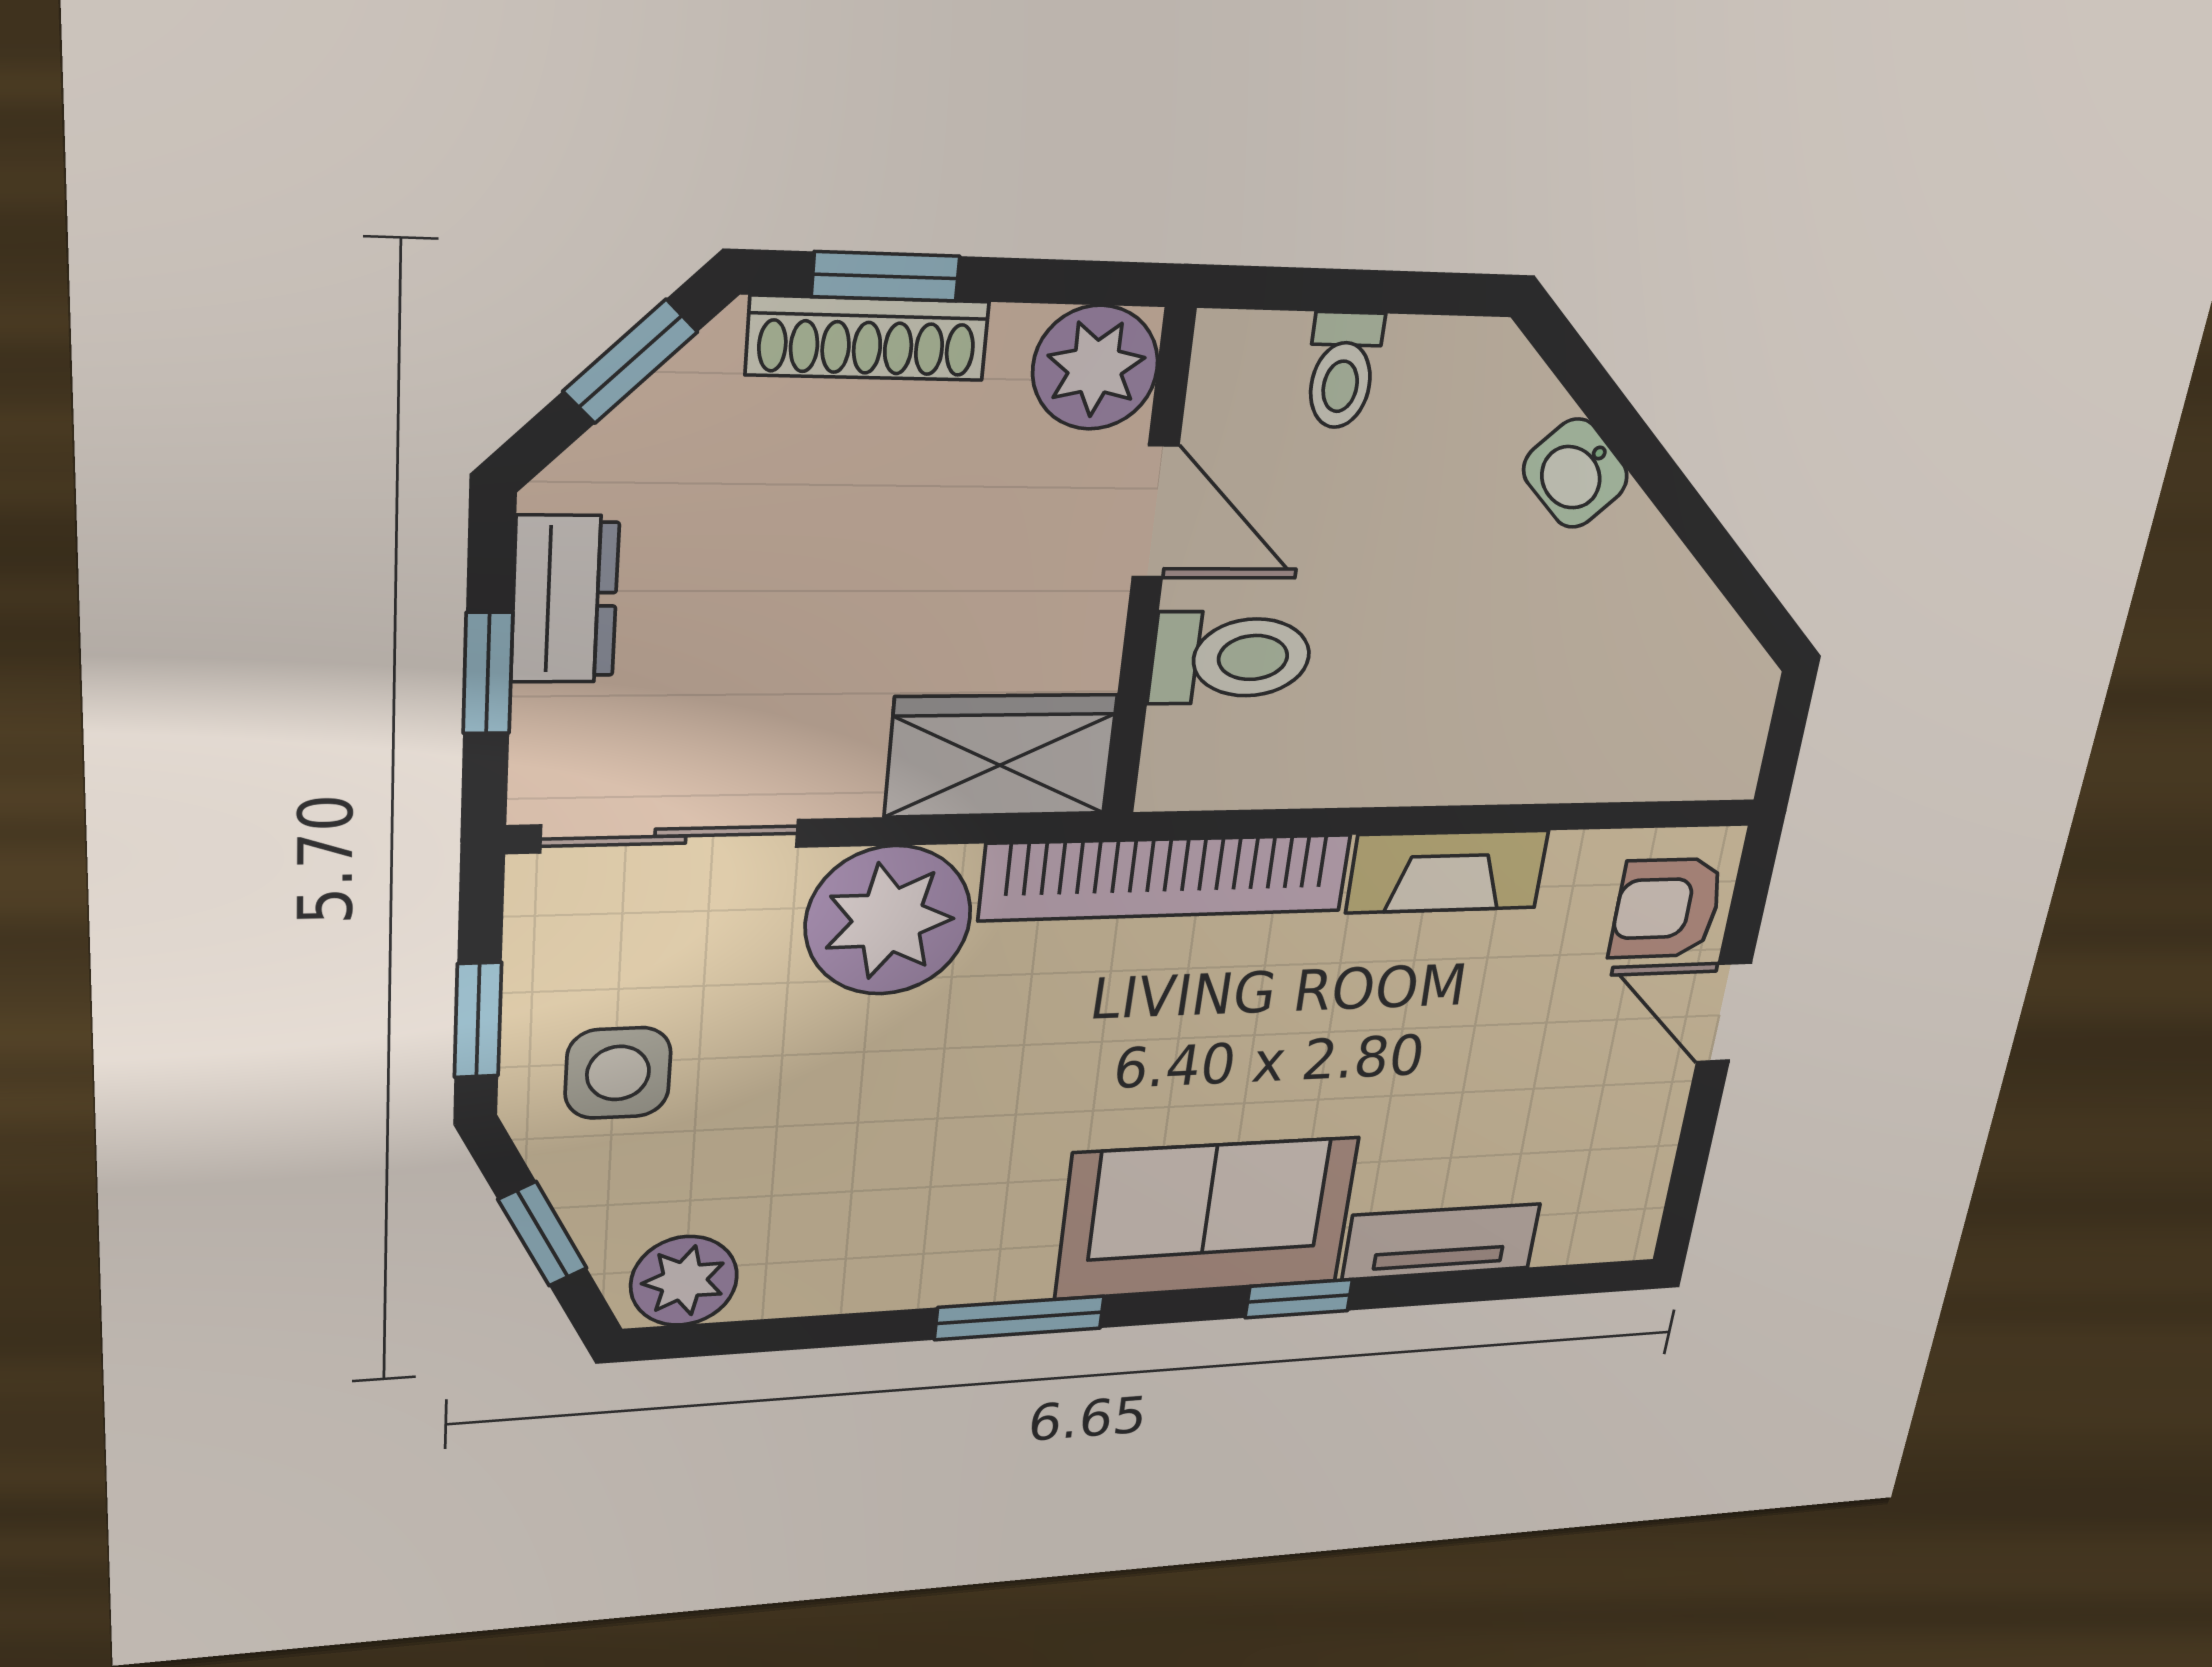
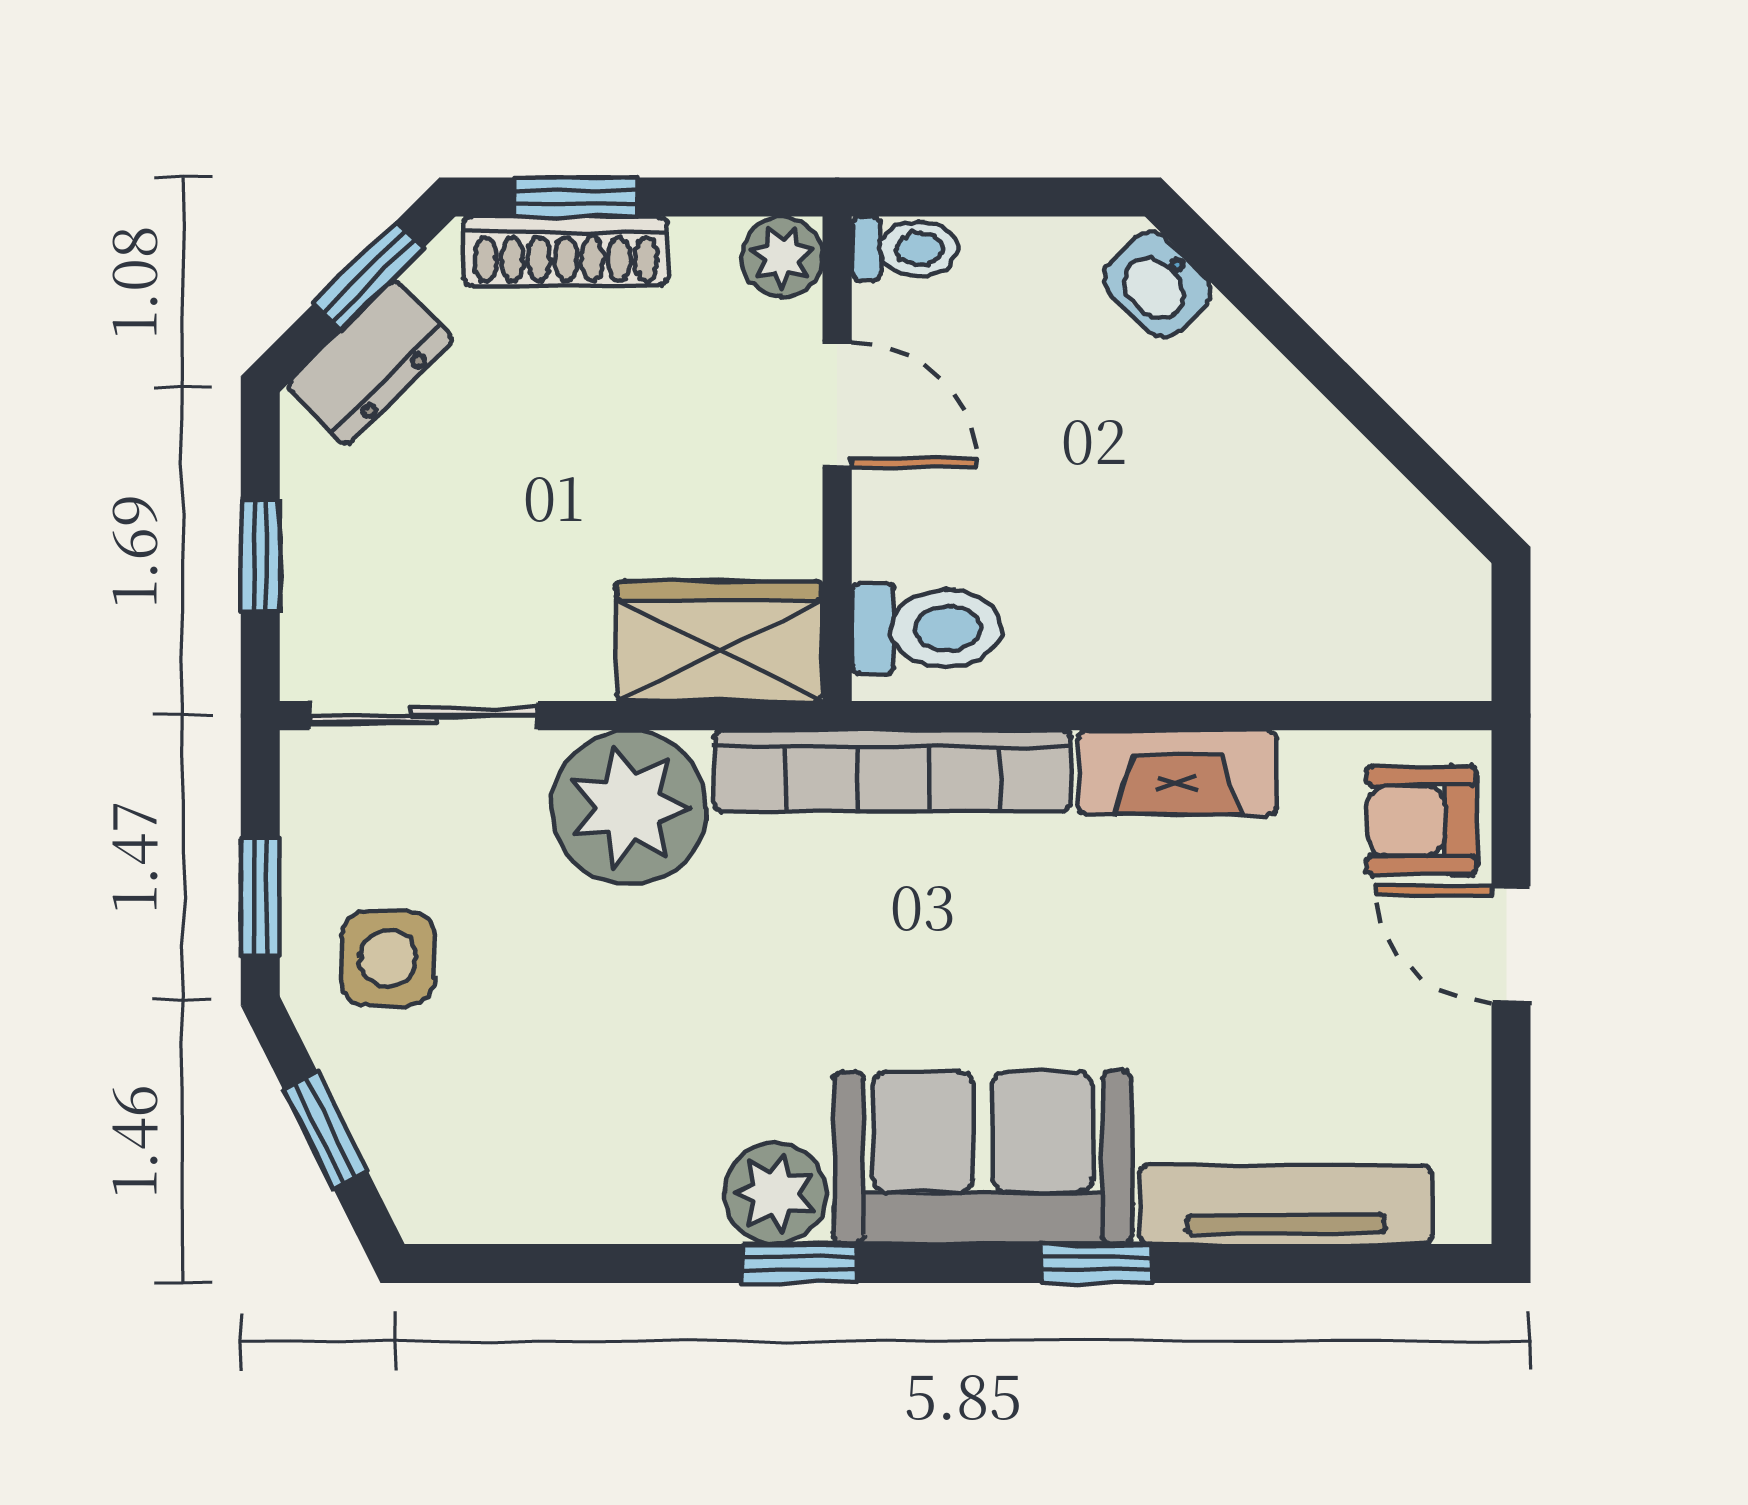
plant: (1095, 368) -> (782, 257), width x0.73, depth x0.73
toilet: (1343, 370) -> (905, 249), moved, turned -90
washbasin: (1575, 473) -> (1157, 285), moved
dresser: (565, 599) -> (370, 362), moved, turned 45
toilet: (1231, 658) -> (927, 628), moved
tv unit: (1441, 1242) -> (1286, 1204), width x1.41
plant: (684, 1281) -> (775, 1193), moved
window: (1020, 1318) -> (800, 1263), width x0.67

